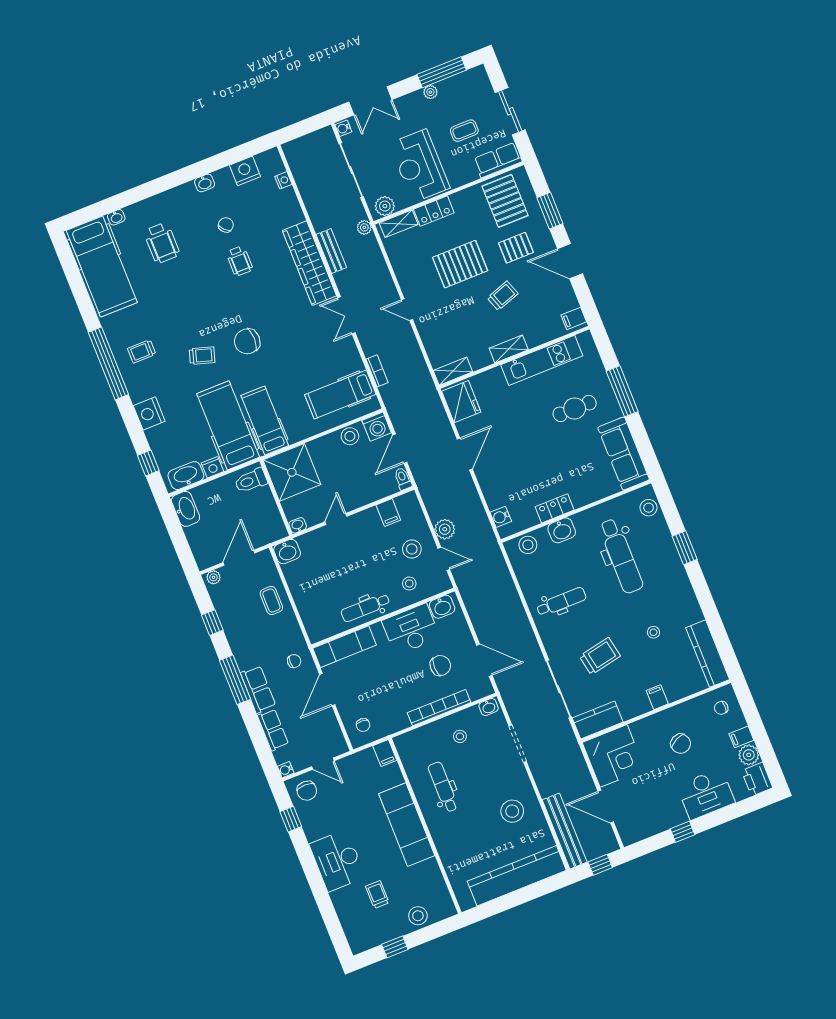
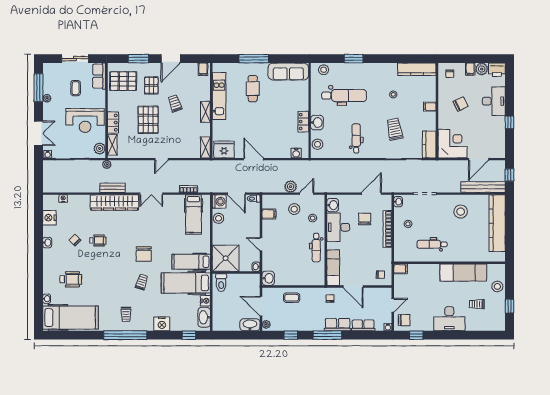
washbasin: (186, 509) -> (250, 325), moved
exam couch: (407, 825) -> (463, 273), moved

